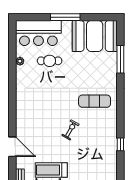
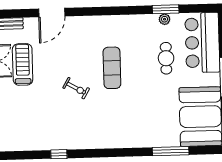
window: (12, 60) -> (166, 9), added
exercise mat: (95, 101) -> (112, 68), moved

